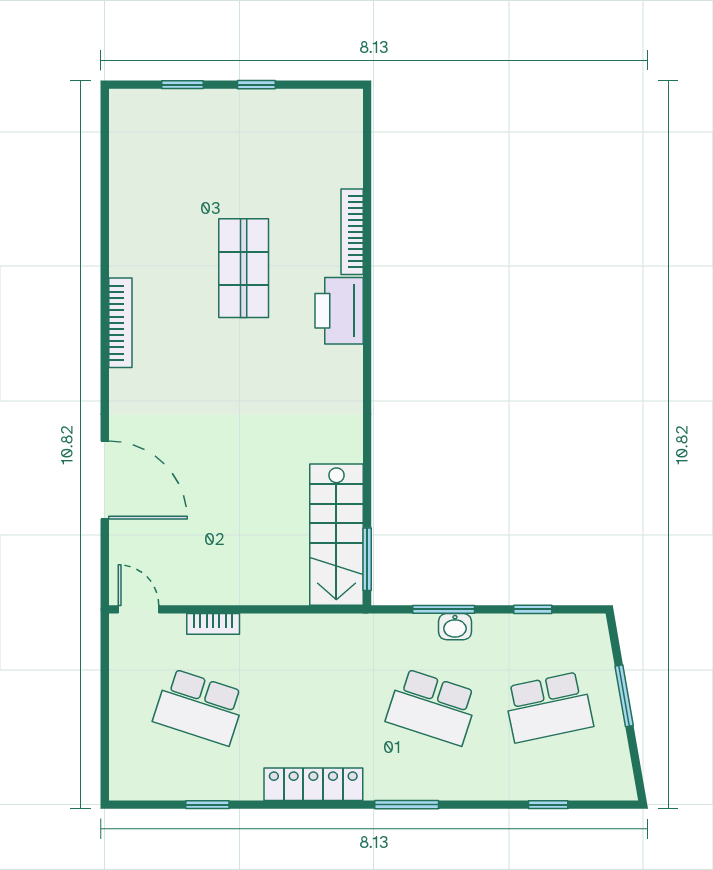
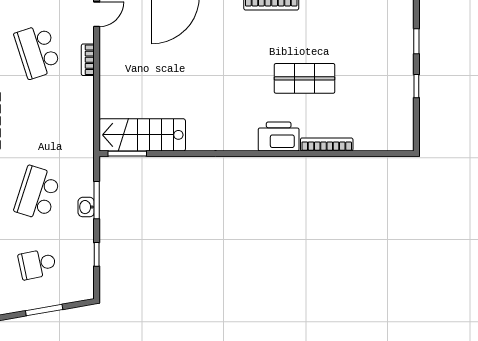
school desk: (199, 707) -> (37, 51), turned -36
school desk: (549, 707) -> (37, 264), width x0.54

